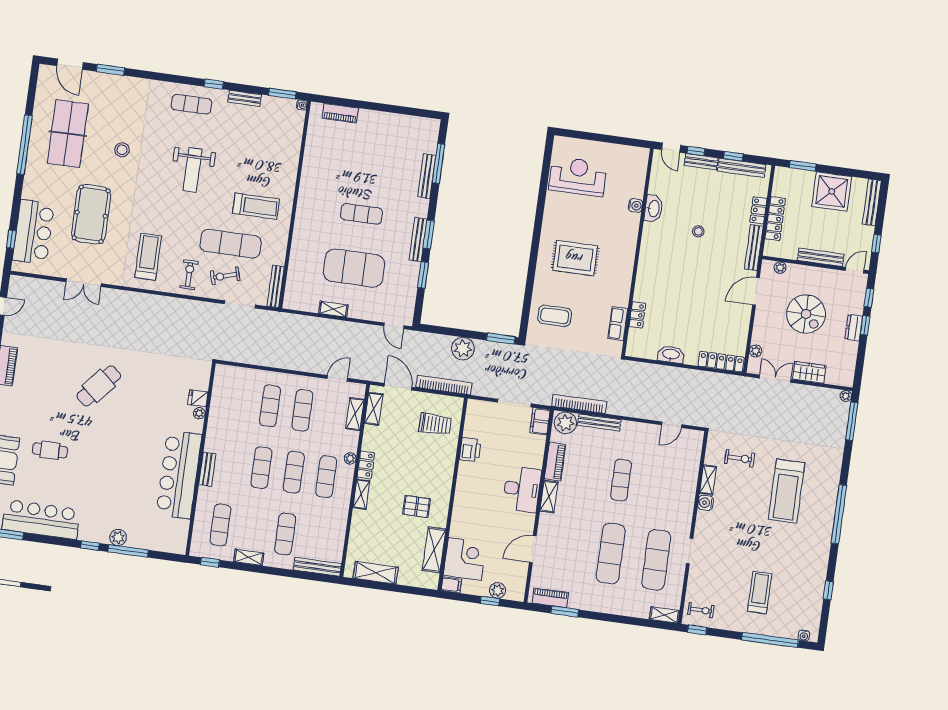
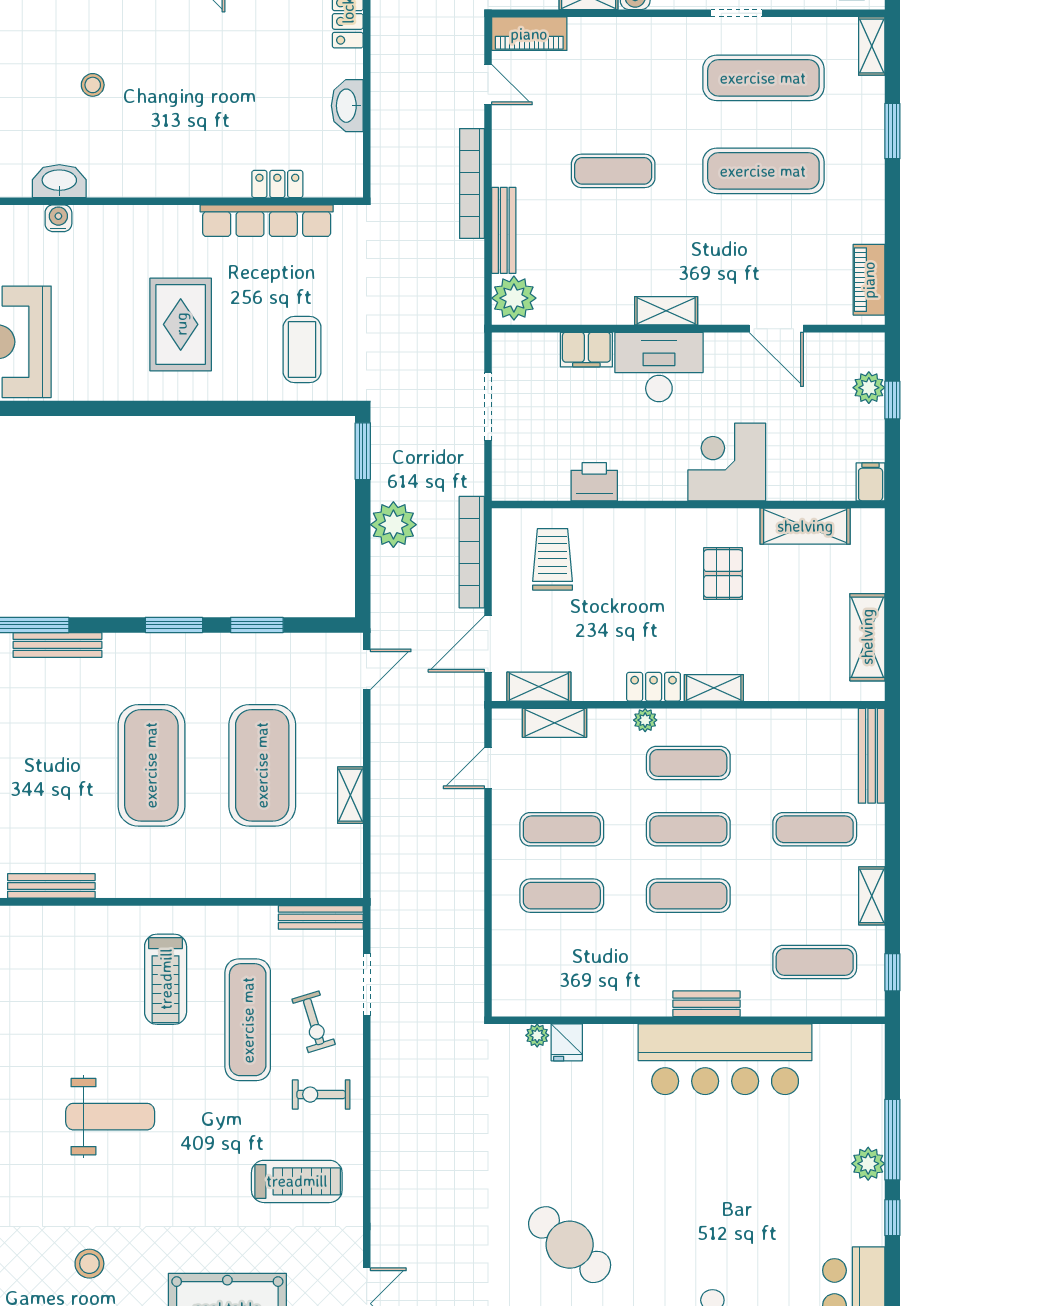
treadmill: (256, 206) -> (166, 979), turned 180
exercise mat: (361, 214) -> (151, 765), width x2.00, depth x1.45
bench: (418, 239) -> (51, 886), moved
treadmill: (148, 257) -> (297, 1181), turned 180
row of seats: (618, 324) -> (267, 221), width x2.02
door: (337, 378) -> (488, 768), hinge flipped
bookcase: (579, 404) -> (472, 184), moved
plant: (199, 413) -> (537, 1035), moved
filing cabinet: (540, 421) -> (586, 350), moved
piano: (555, 462) -> (529, 34), moved, turned 180
corner desk: (465, 559) -> (727, 462), moved
window: (565, 611) -> (892, 131), moved

